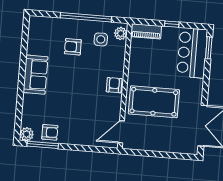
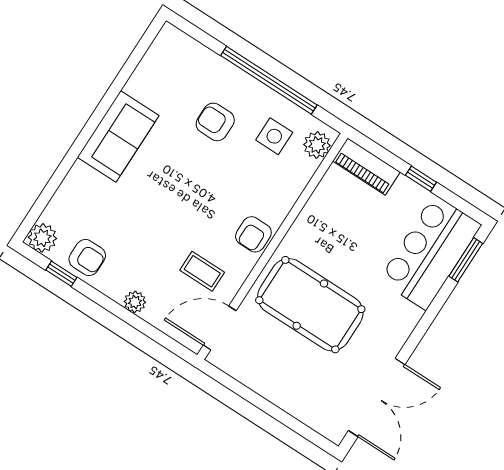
armchair: (114, 85) -> (253, 234), turned 180
coffee table: (101, 112) -> (202, 271), added
plant: (80, 140) -> (135, 302), added
window: (43, 145) -> (61, 274), width x0.46

